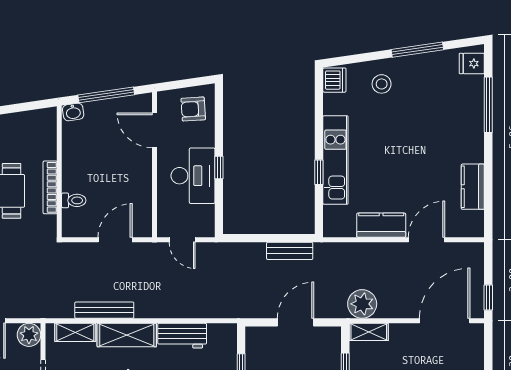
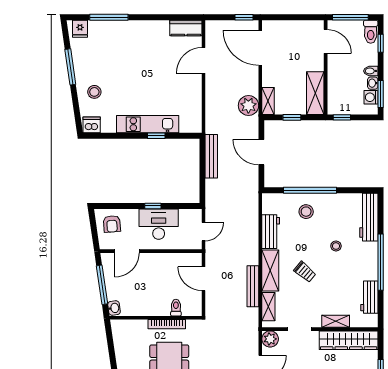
kitchen counter: (473, 187) -> (186, 28), moved
kitchen counter: (381, 225) -> (193, 92), removed
door: (427, 240) -> (203, 60), hinge flipped
bench: (290, 251) -> (211, 156), width x1.36

